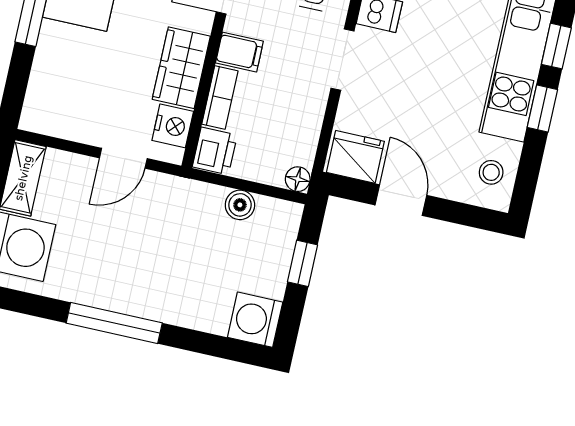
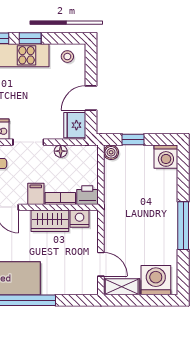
door: (123, 158) -> (101, 264), moved
floor lamp: (298, 179) -> (61, 151), moved
boiler: (240, 205) -> (111, 152), moved

